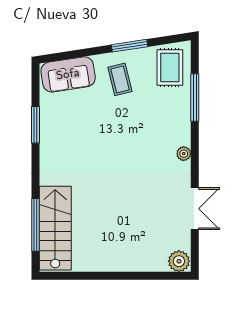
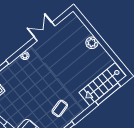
coffee table: (120, 79) -> (60, 108), moved
plant: (179, 261) -> (92, 43), moved

